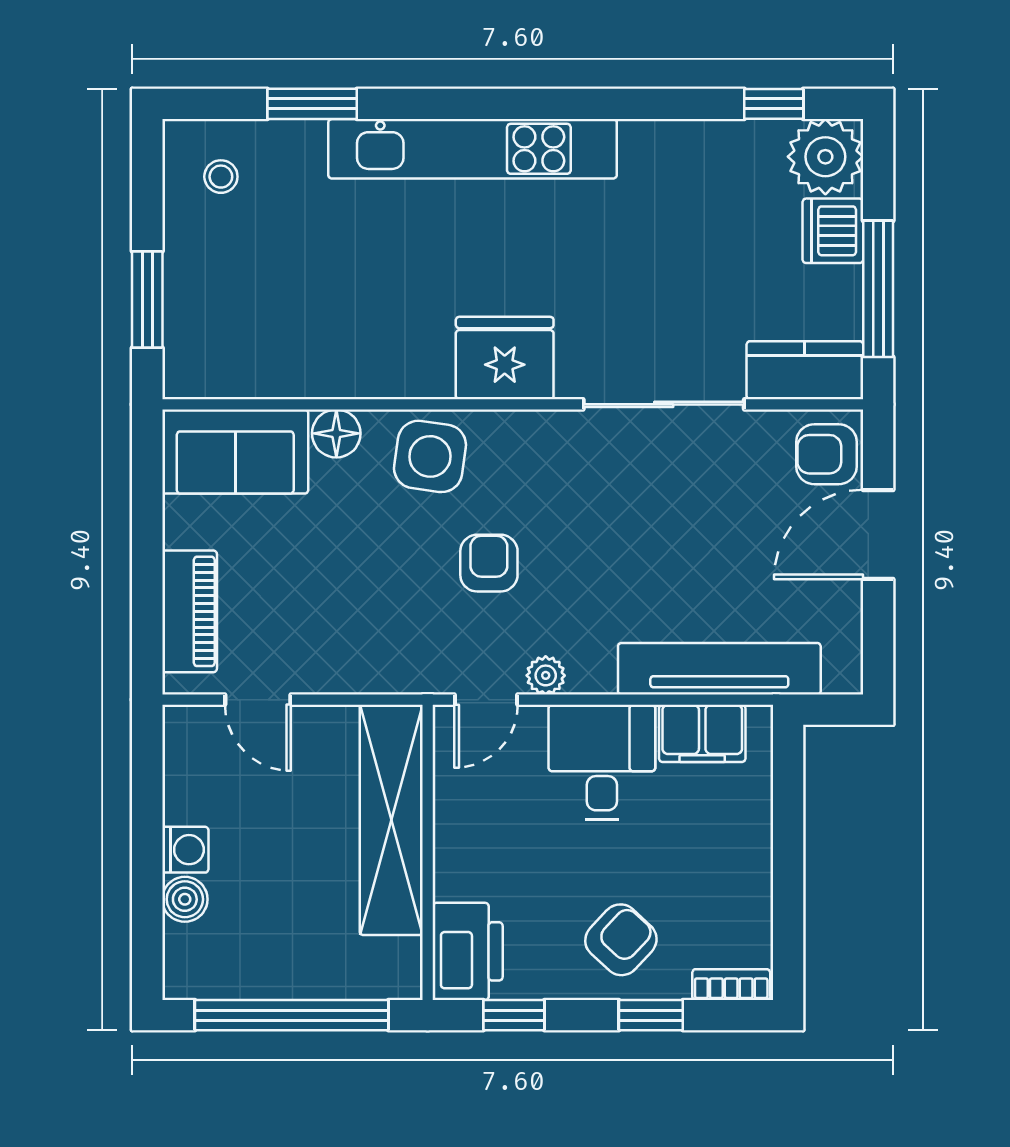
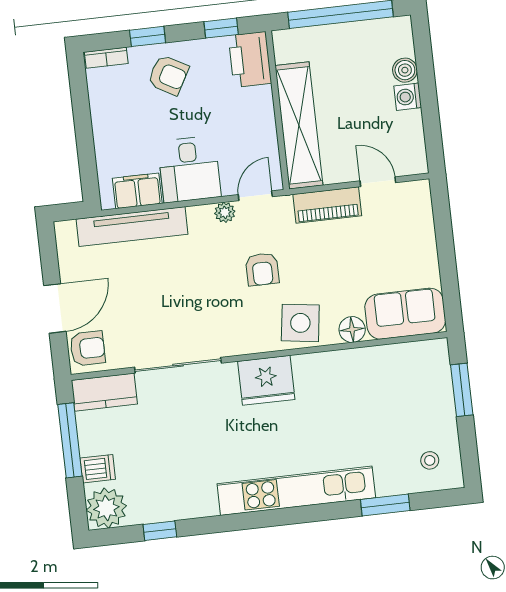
window: (774, 104) -> (160, 531), moved
dishwasher: (833, 231) -> (98, 469), width x0.73
piano: (190, 611) -> (327, 205), moved, turned -90
armchair: (621, 940) -> (168, 75), turned -104

